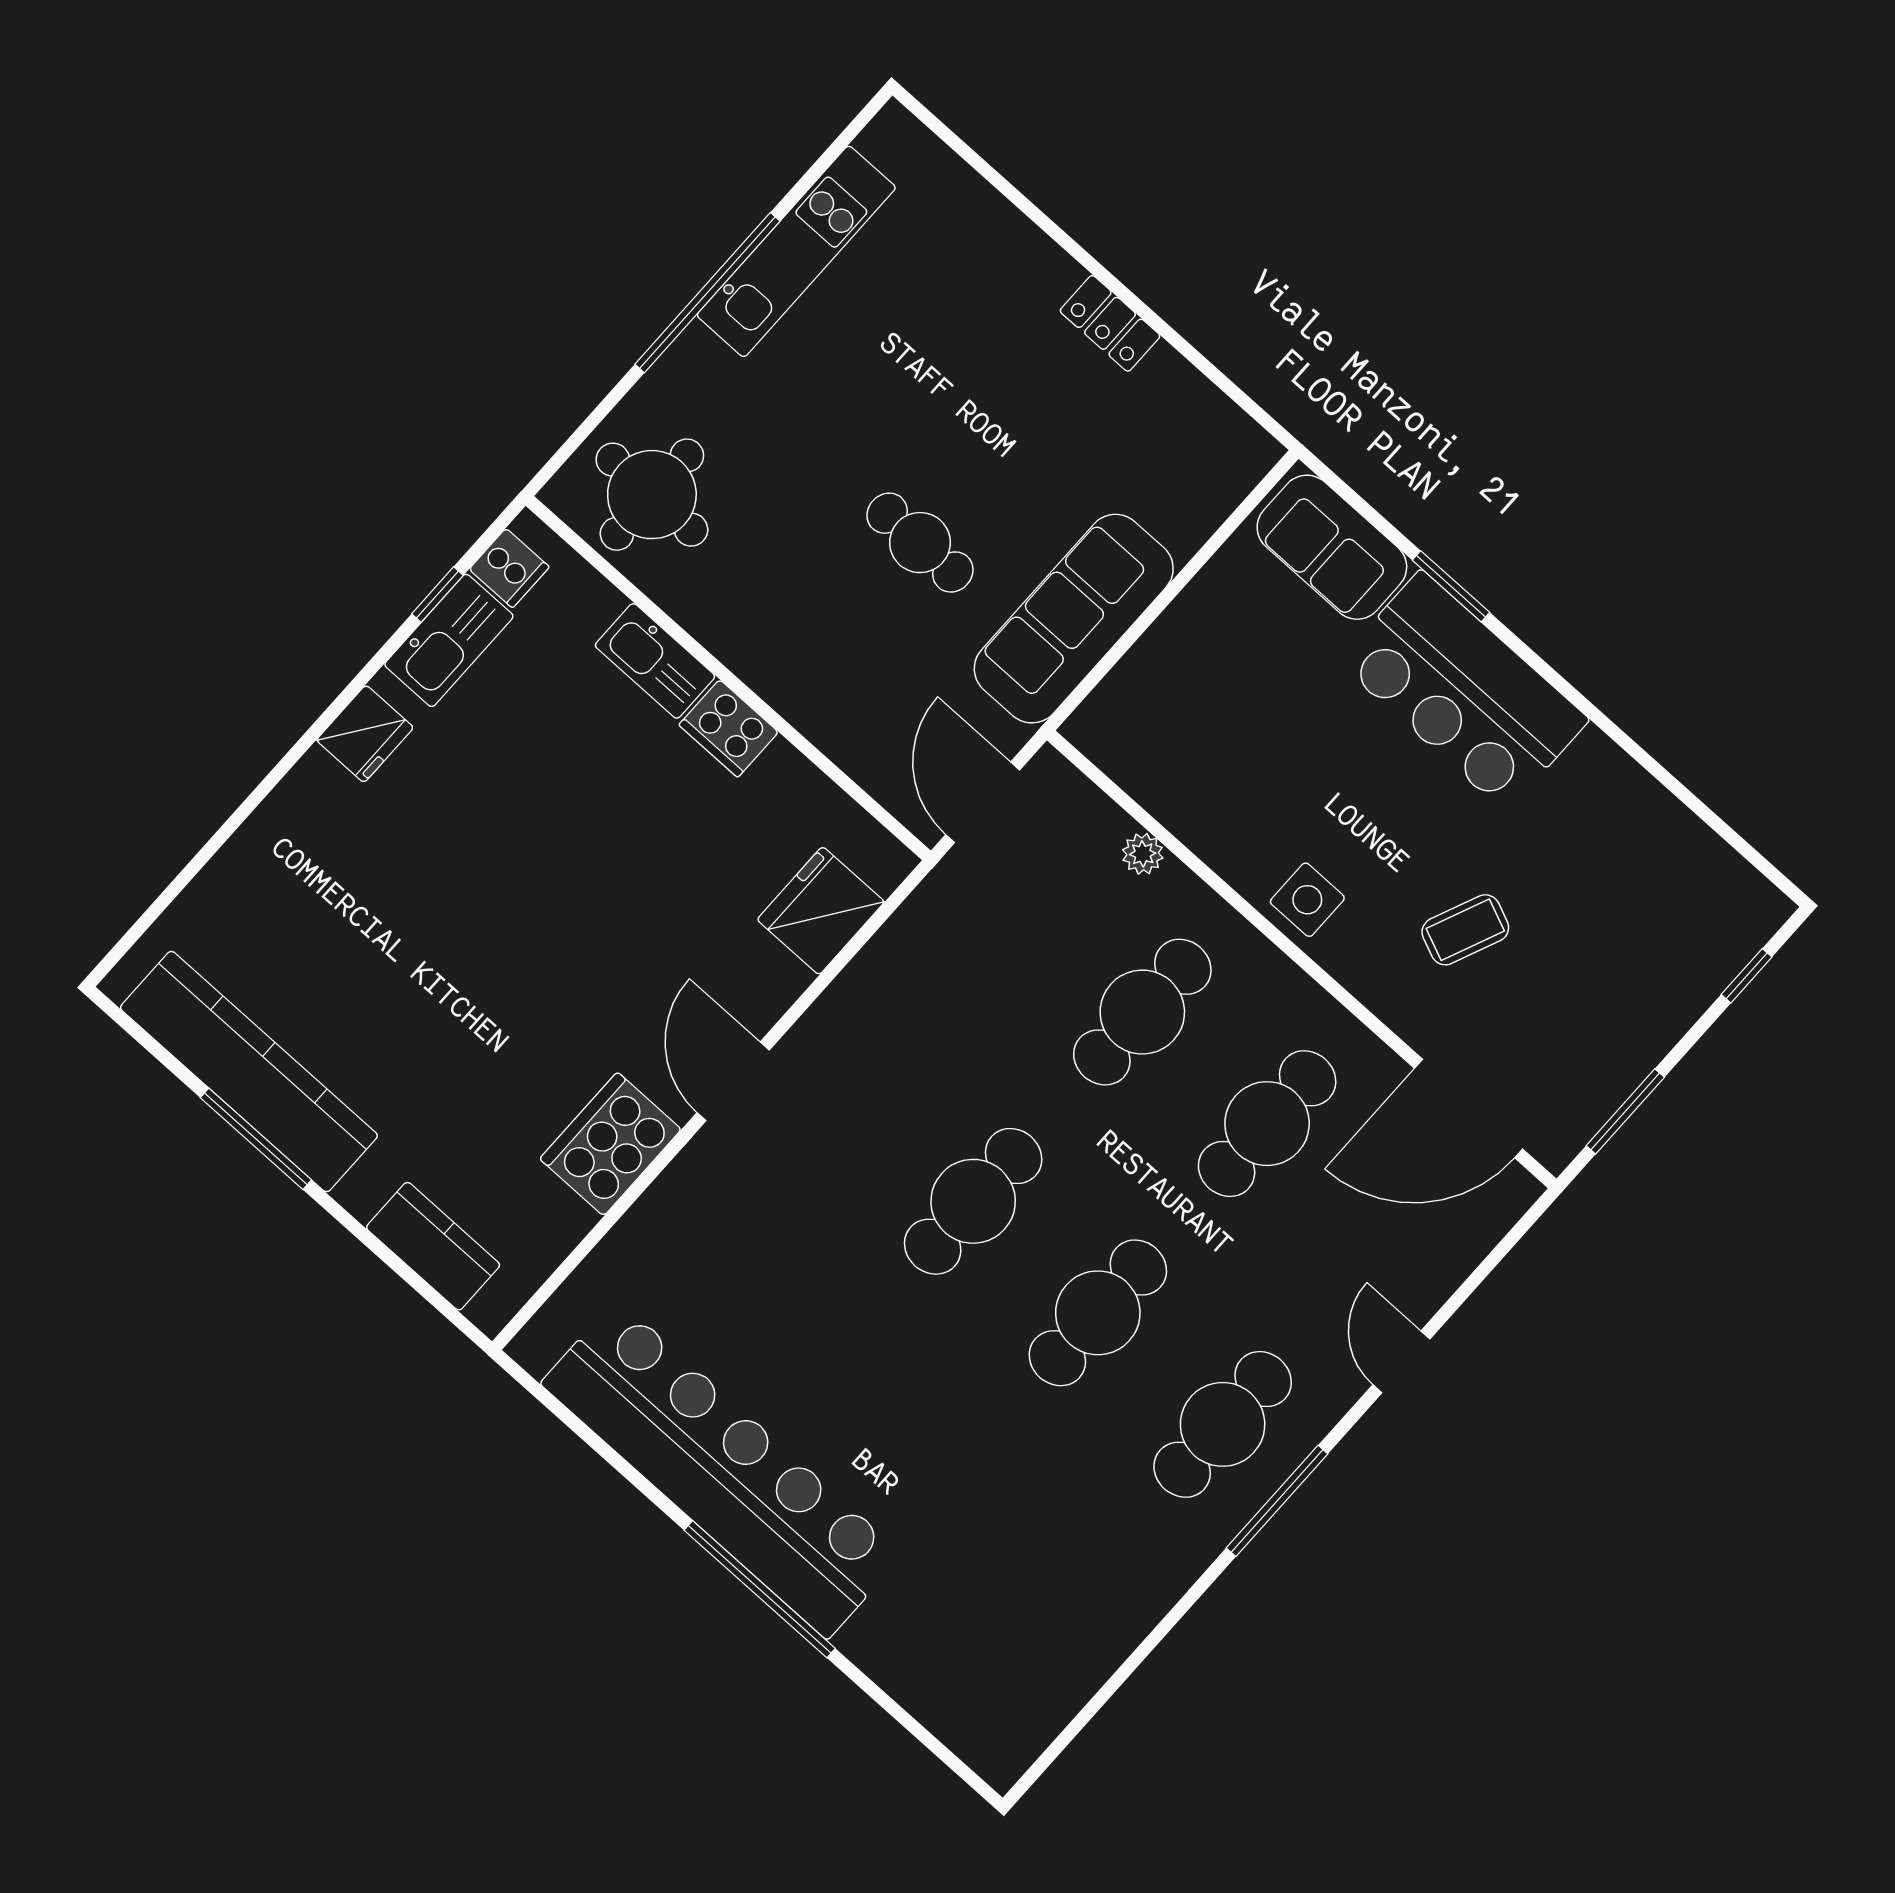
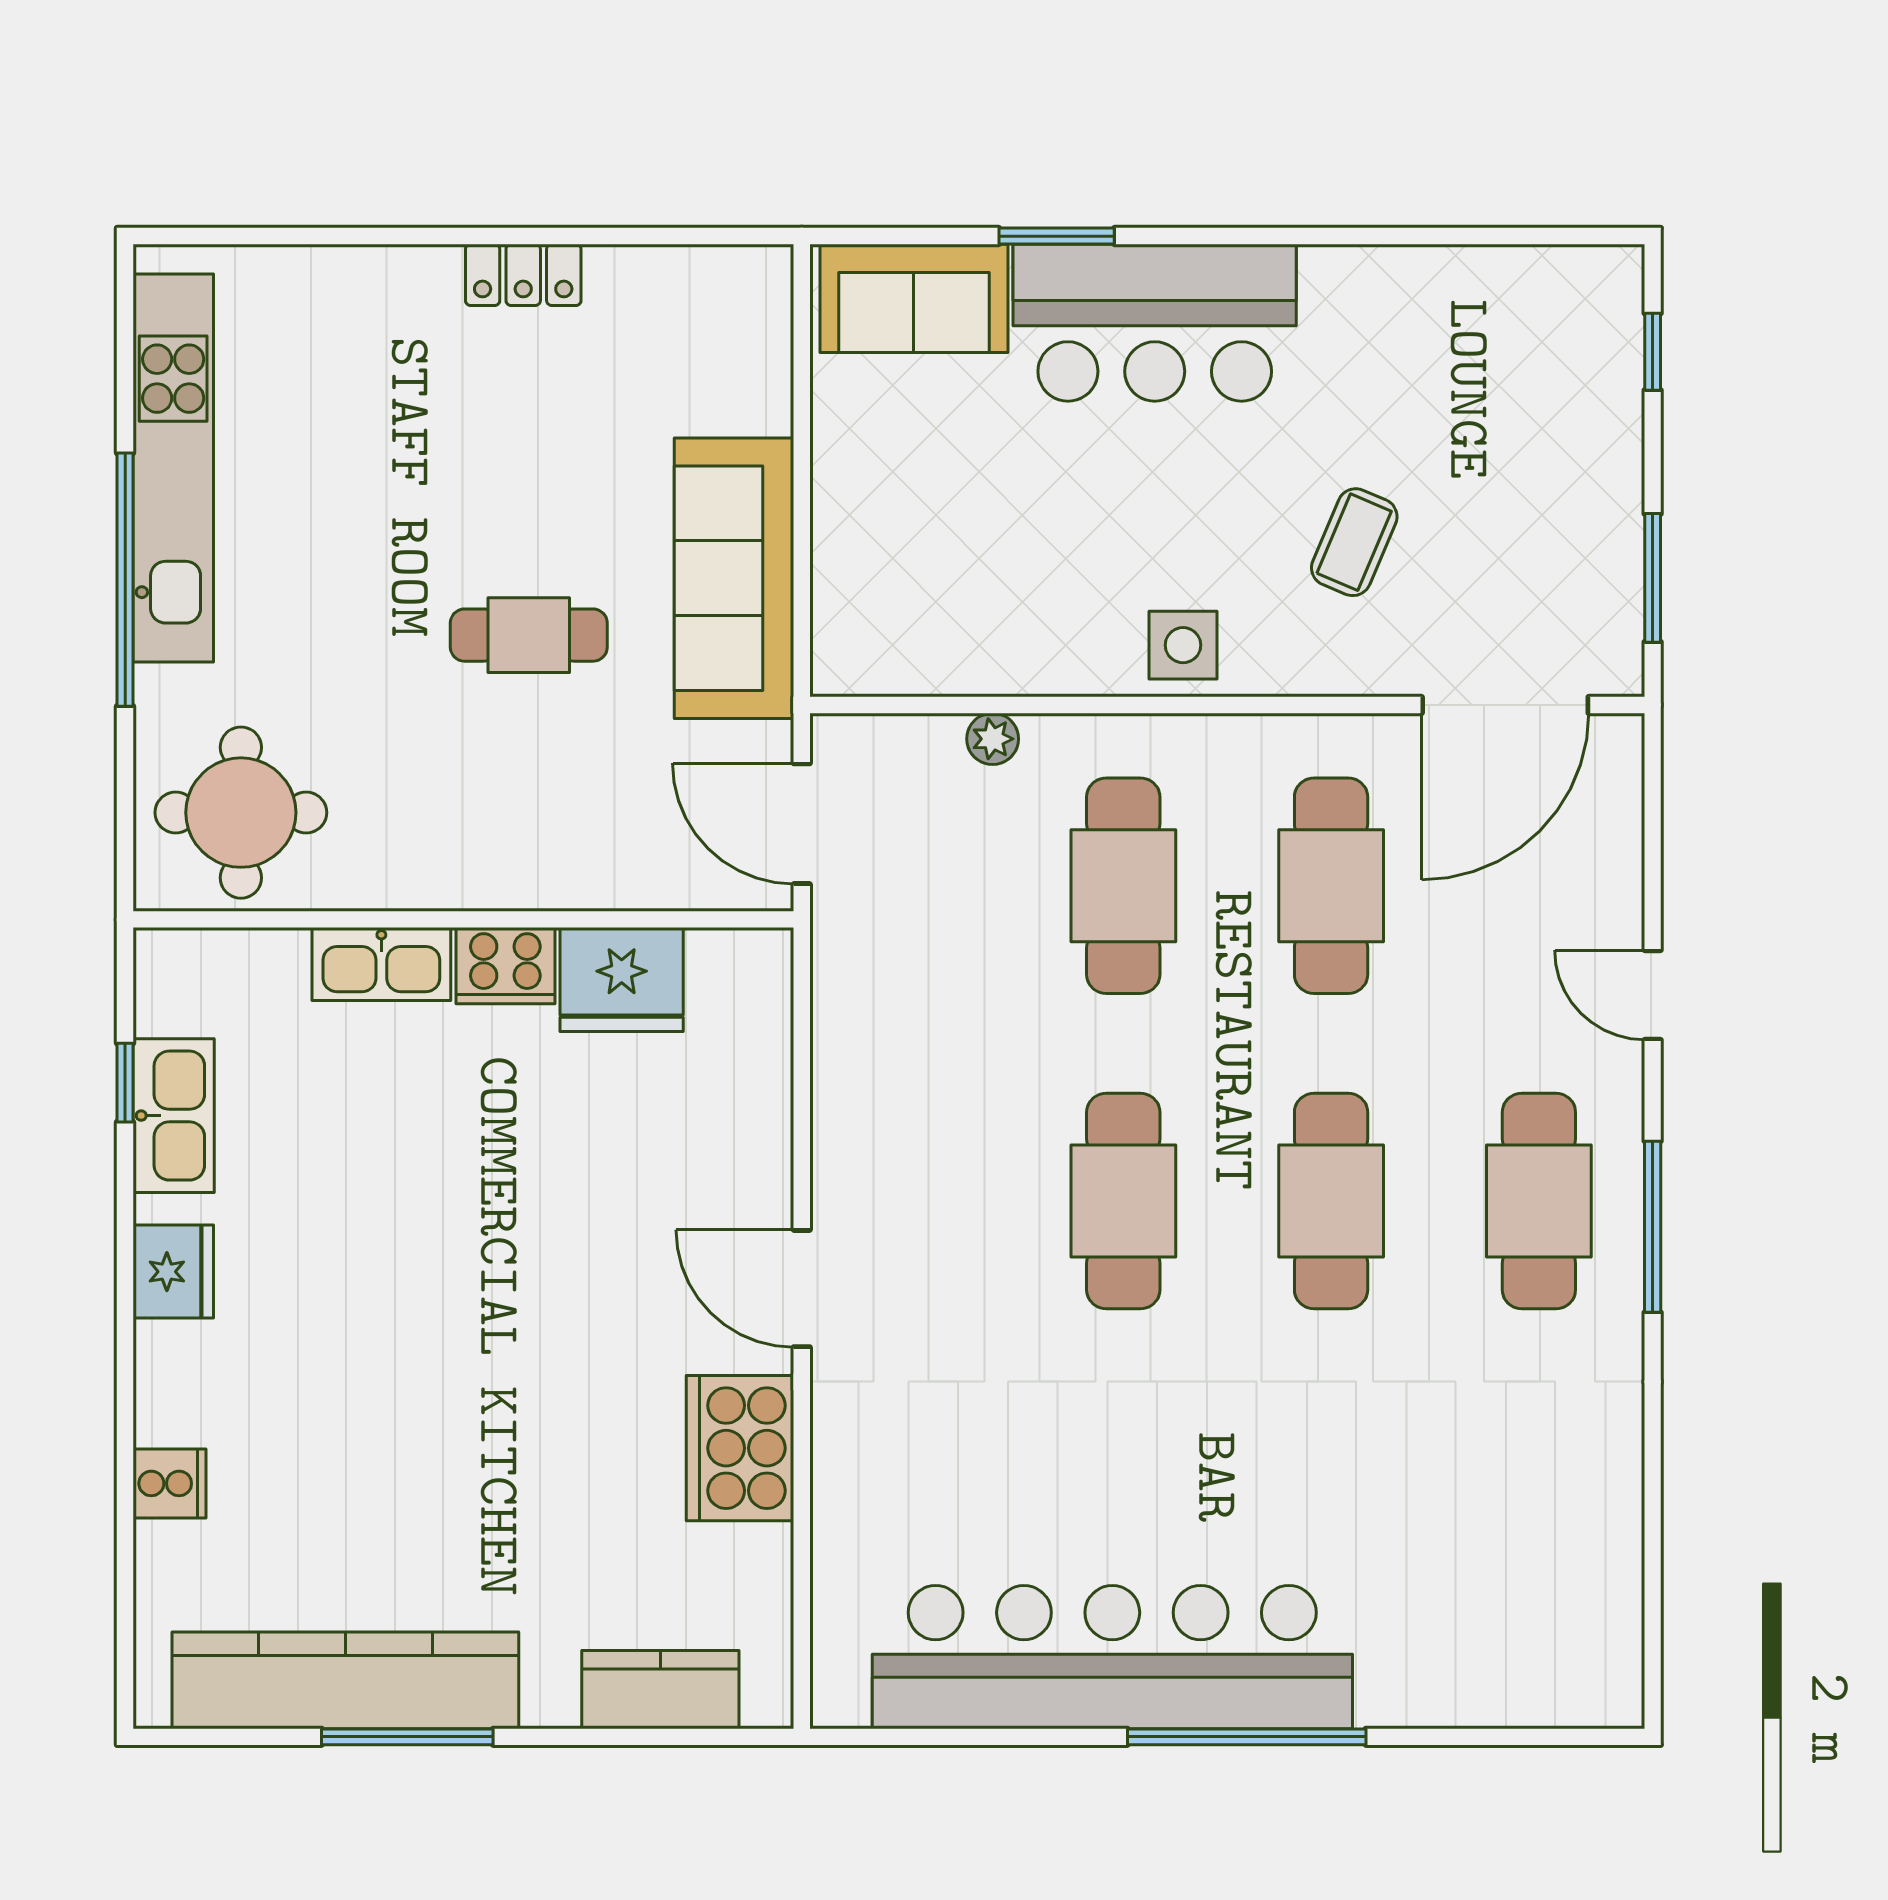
kitchen unit: (796, 251) -> (173, 468), width x1.36
cooker: (509, 568) -> (170, 1483), moved
fridge: (821, 911) -> (622, 980), moved, turned -90

